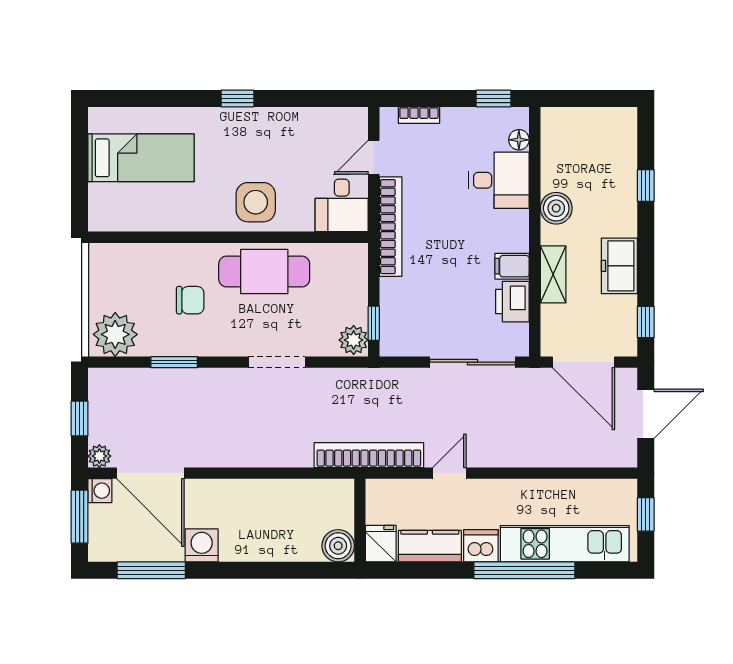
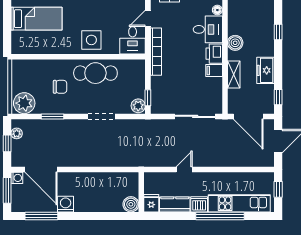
printer: (512, 302) -> (214, 54), moved
bookcase: (369, 455) -> (146, 161), removed
plant: (99, 456) -> (17, 133), moved

